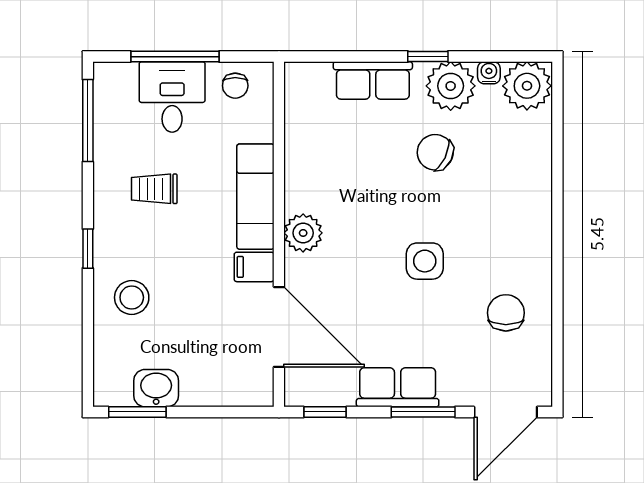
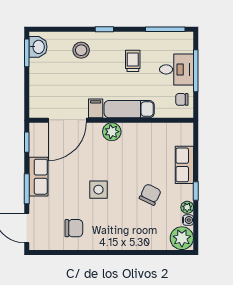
plant: (451, 86) -> (187, 207), width x0.53, depth x0.53
washbasin: (156, 388) -> (38, 47), moved

